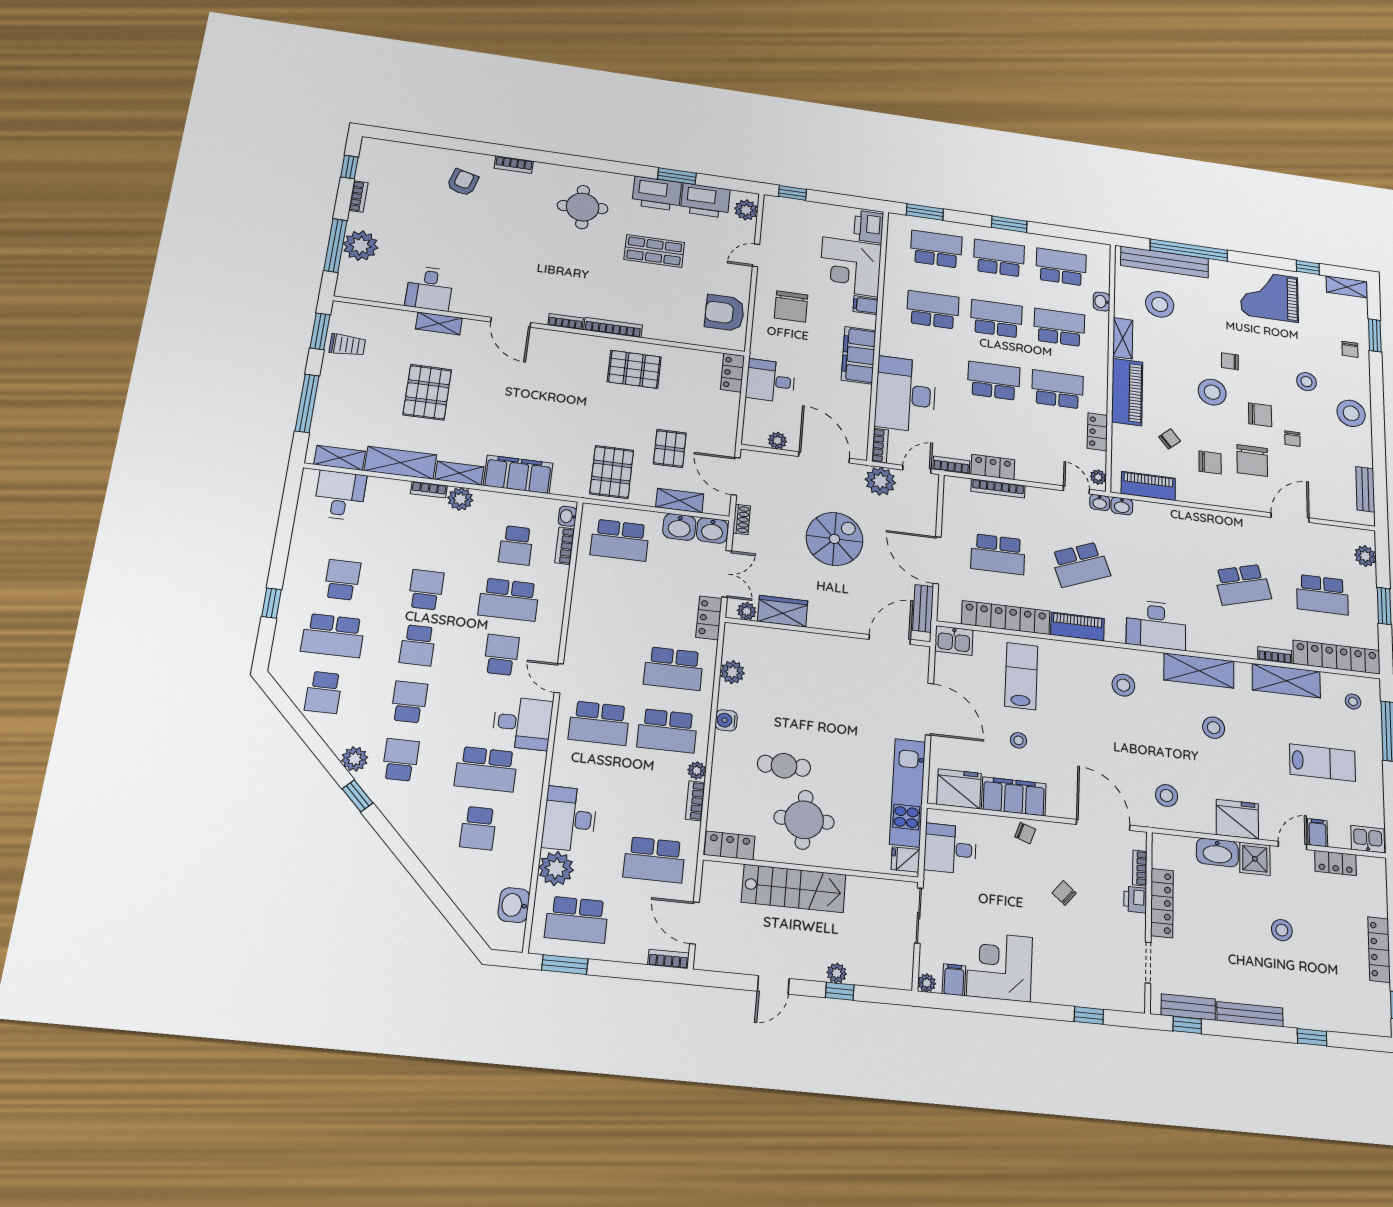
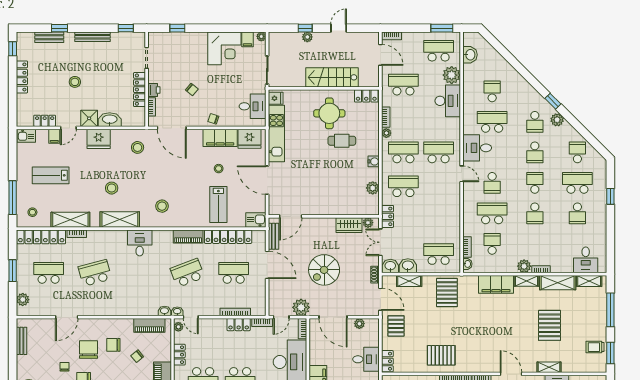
pallet: (670, 448) -> (396, 326), moved
desk: (1156, 625) -> (140, 243), width x0.73
bench: (1188, 1007) -> (49, 37), moved

